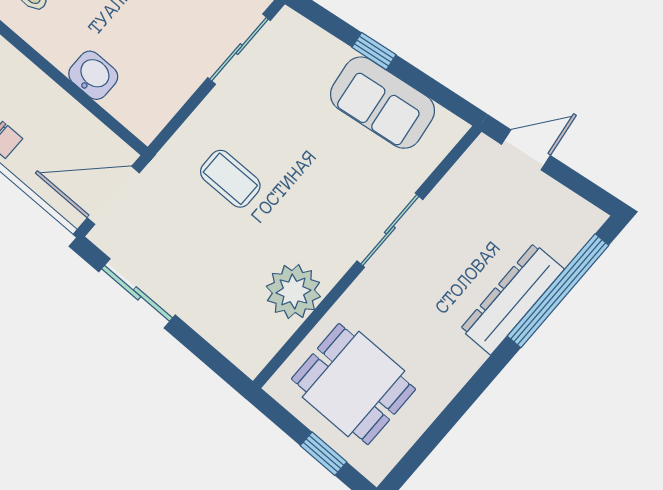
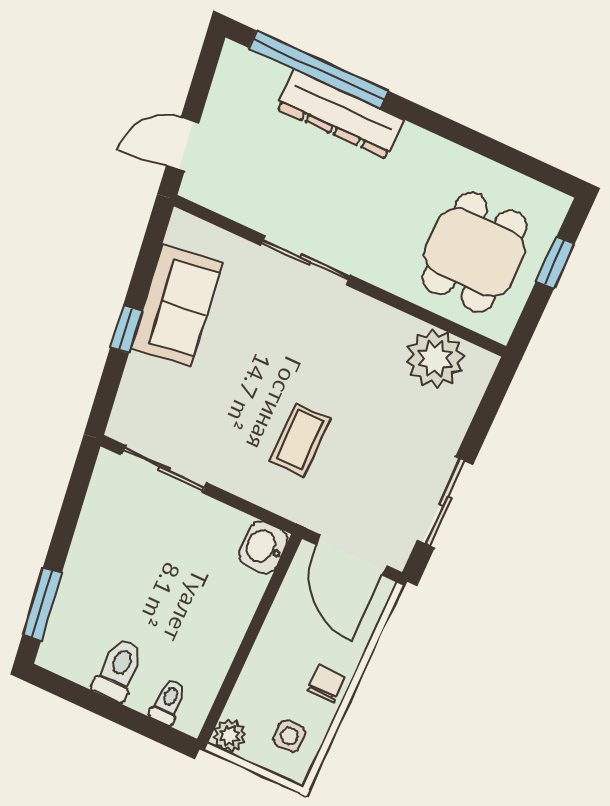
washbasin: (93, 75) -> (263, 547), moved
door: (526, 150) -> (183, 144), hinge flipped
plant: (293, 292) -> (435, 359), moved

